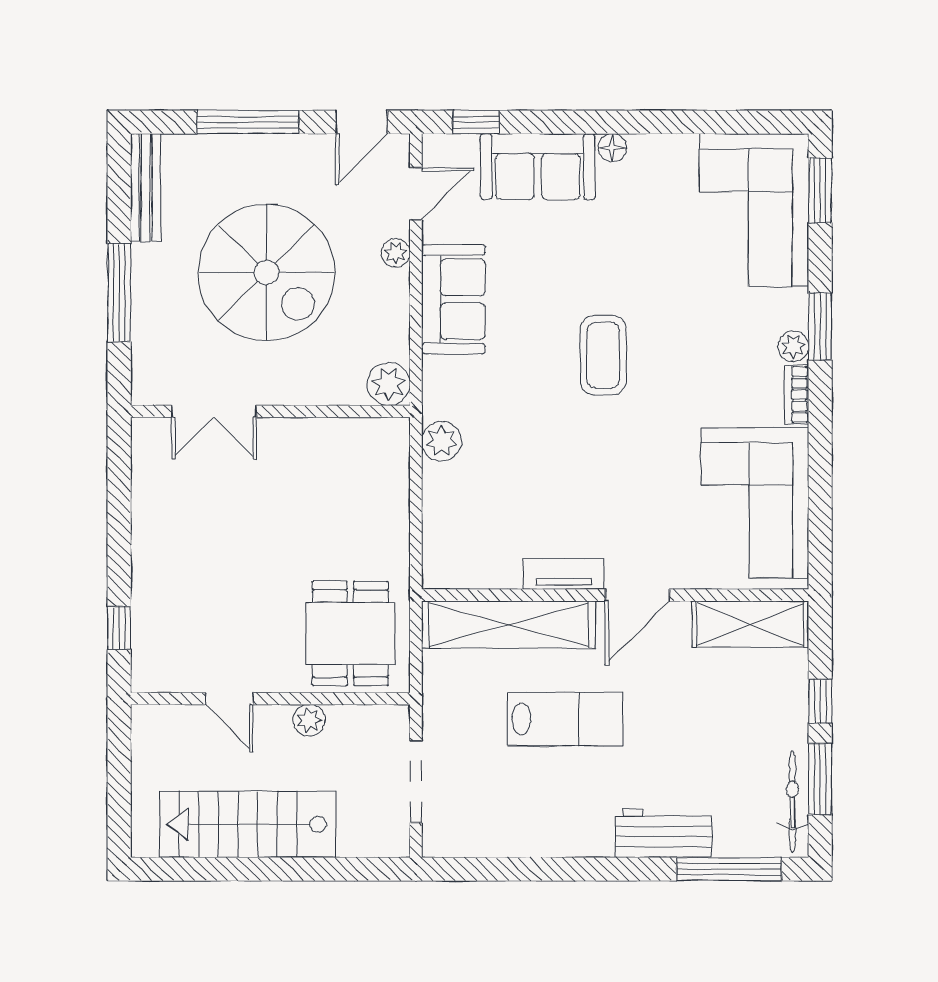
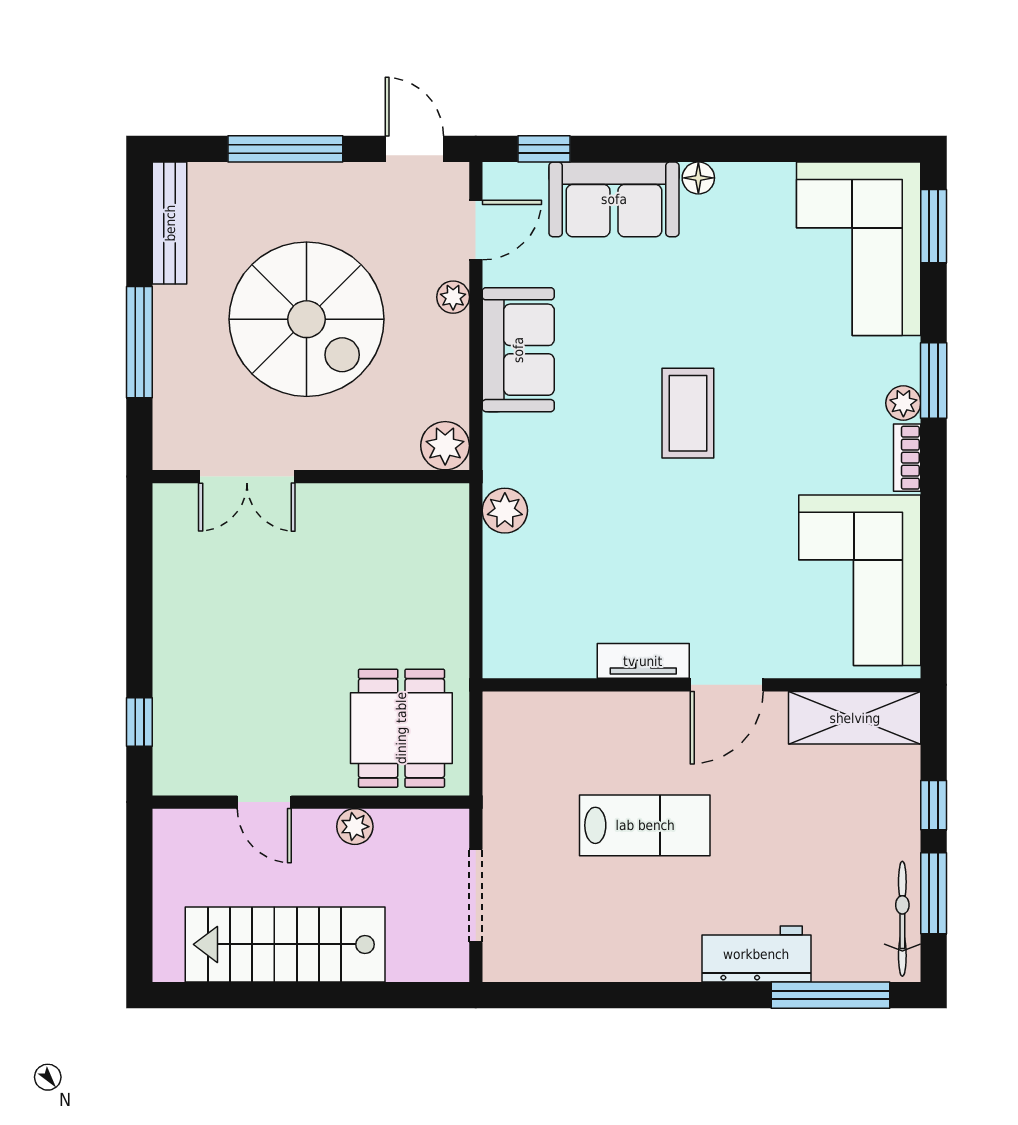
door: (362, 122) -> (414, 149), swing flipped
shelving: (509, 625) -> (581, 718), removed

